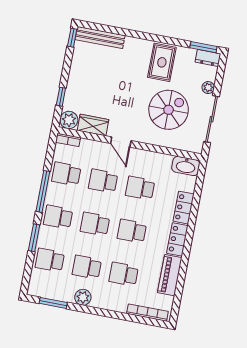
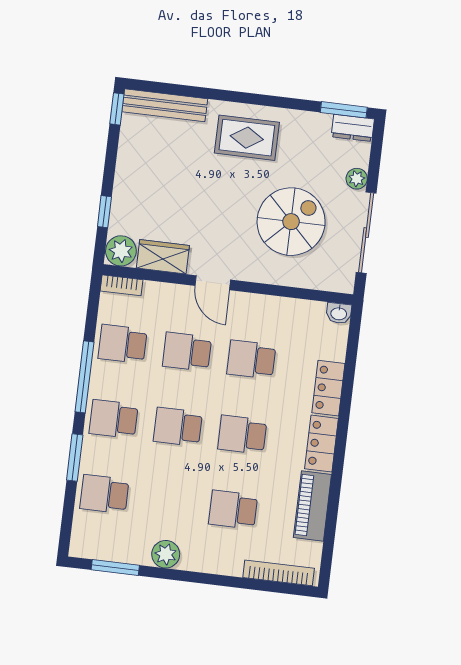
rug: (162, 62) -> (247, 138), moved, turned 90
washbasin: (186, 166) -> (339, 313), width x0.52, depth x0.69
school desk: (87, 267) -> (169, 502), removed

